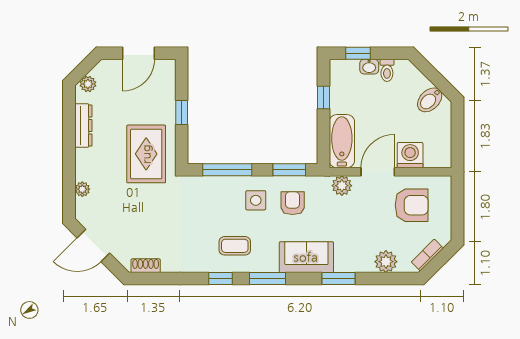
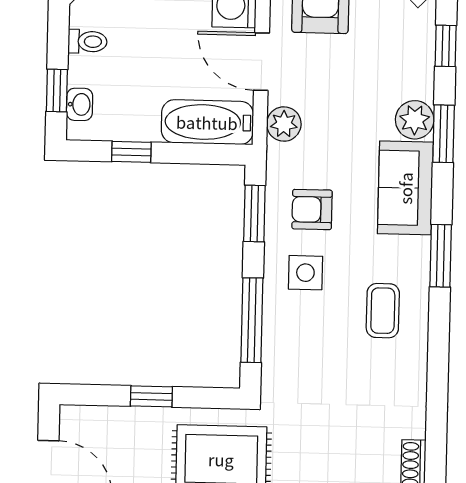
washbasin: (369, 67) -> (80, 104), moved
plant: (386, 262) -> (415, 120), moved
window: (220, 279) -> (446, 46), moved

